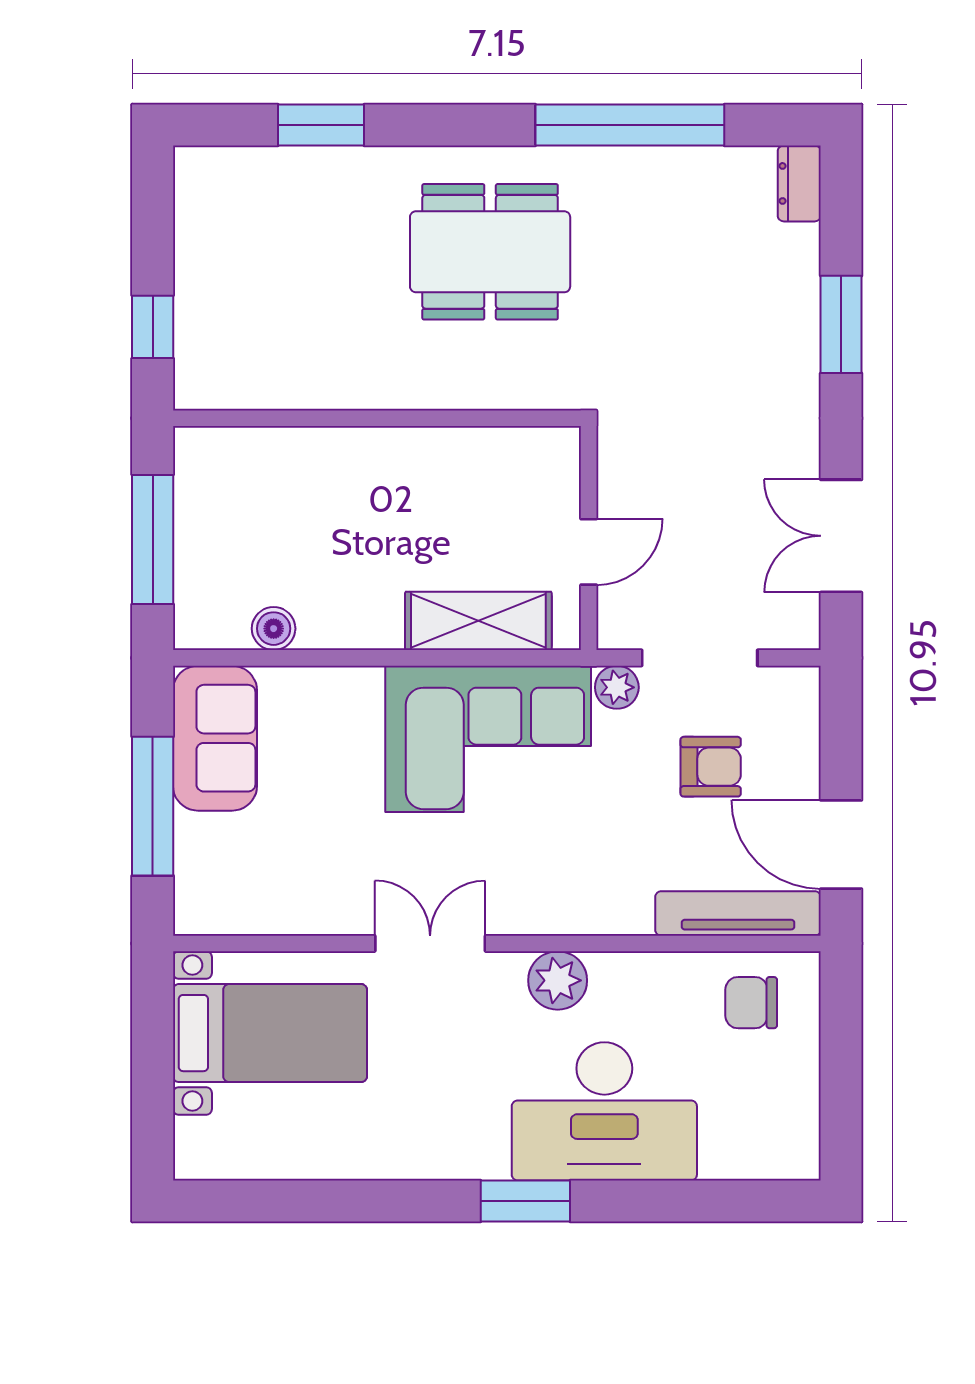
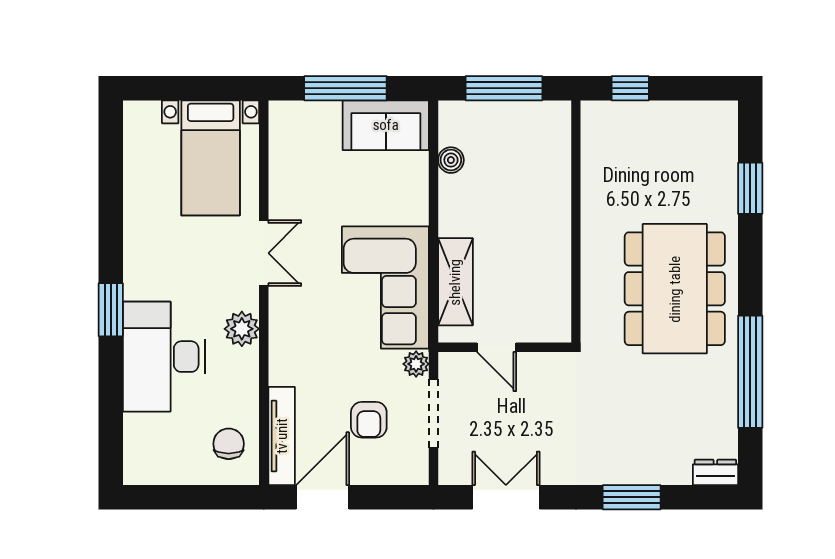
dining table: (490, 252) -> (675, 289), width x1.36, depth x1.24

